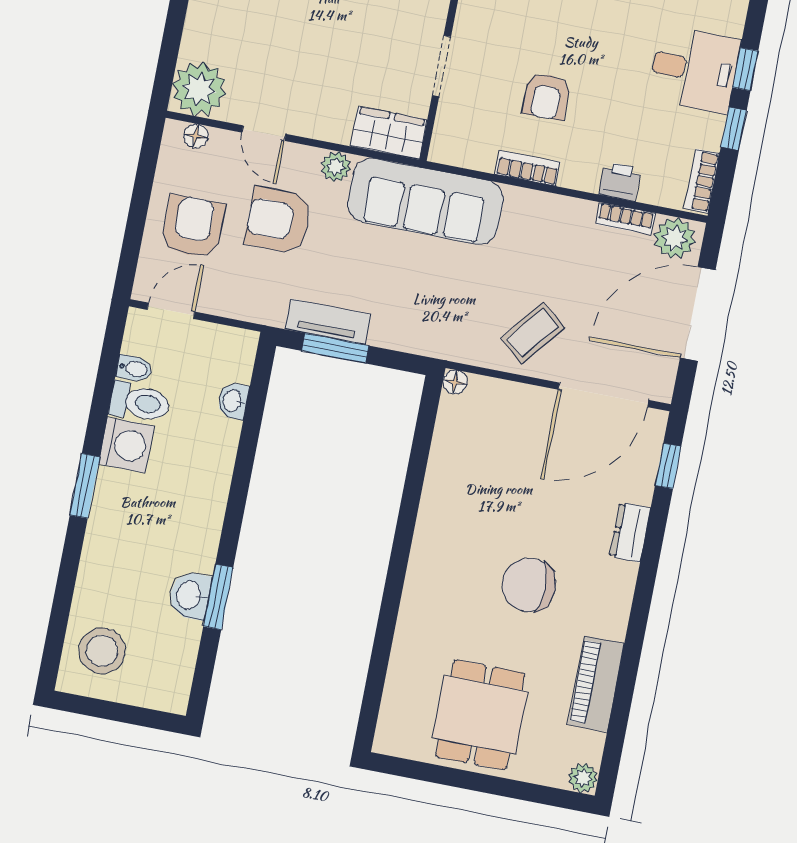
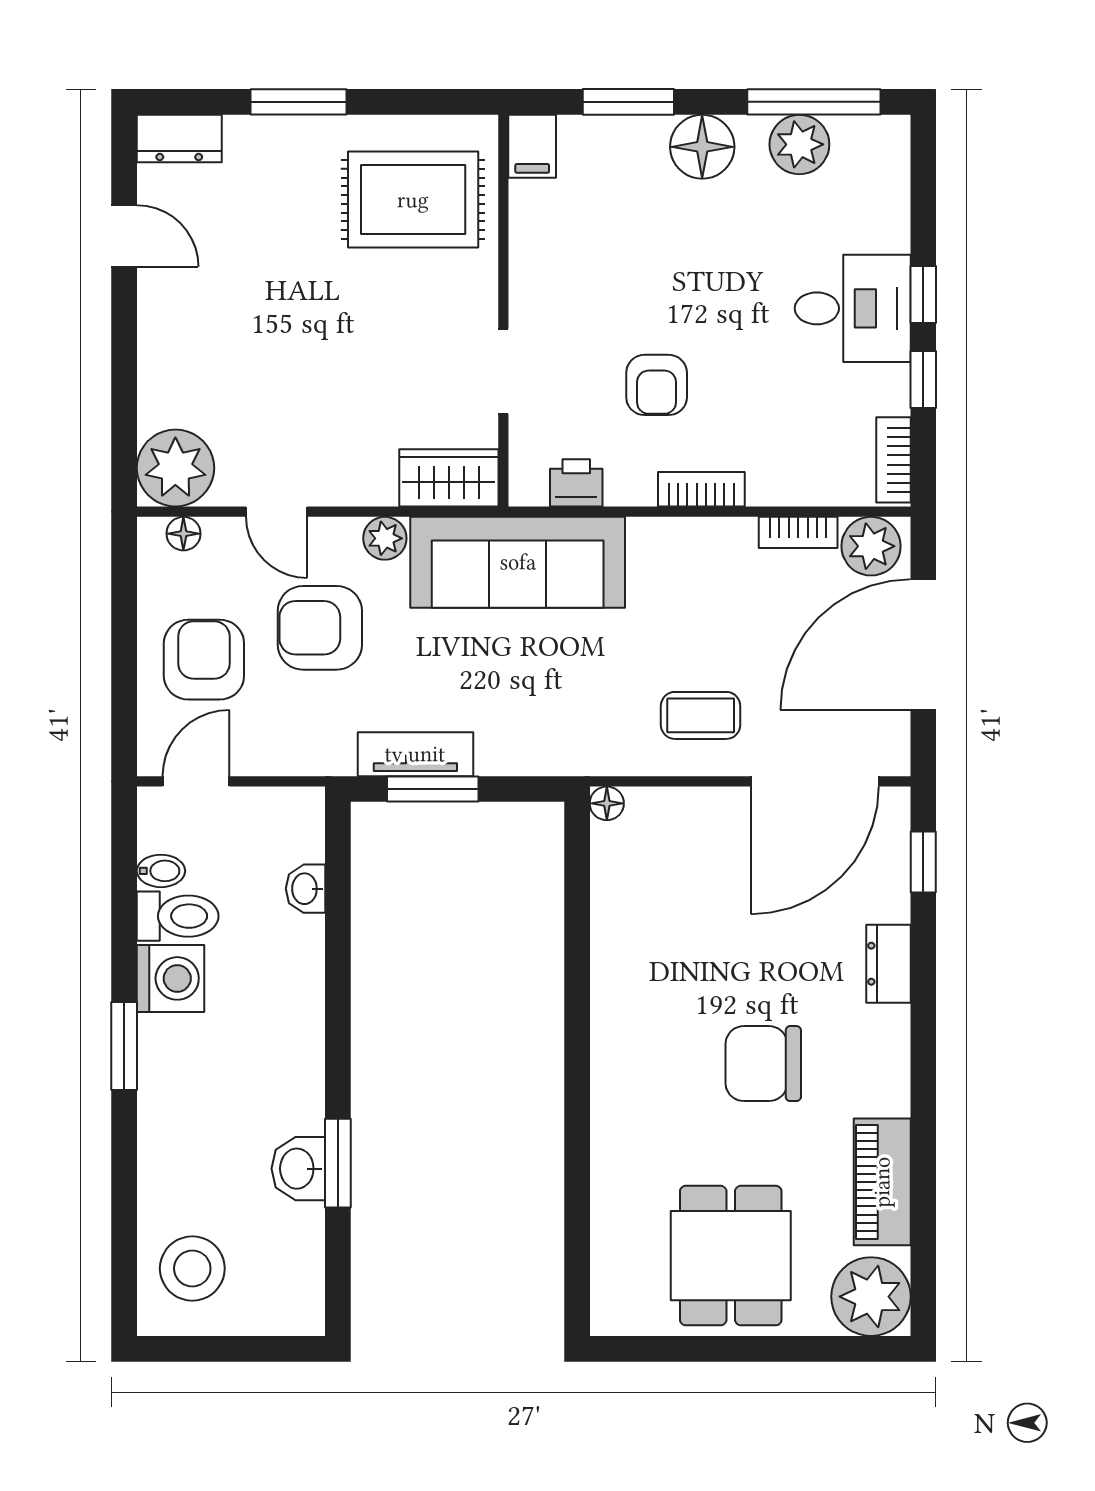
bookcase: (528, 168) -> (701, 489), moved
printer: (620, 181) -> (576, 483), moved
coffee table: (532, 333) -> (701, 715), turned 51
plant: (583, 778) -> (871, 1297), width x1.87, depth x1.87

